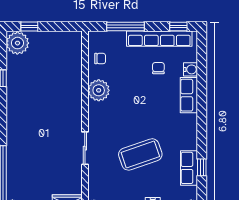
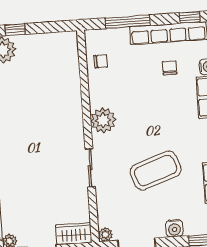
plant: (99, 90) -> (103, 120), moved

